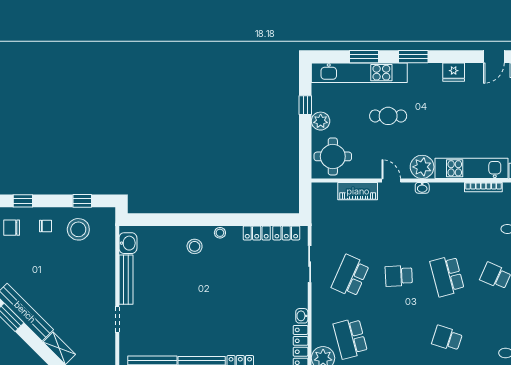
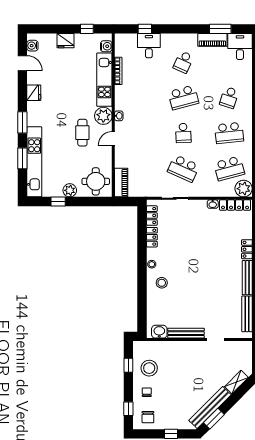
cafe table: (388, 116) -> (82, 133), moved
piano: (358, 191) -> (121, 183), moved
school desk: (399, 338) -> (229, 133), added

